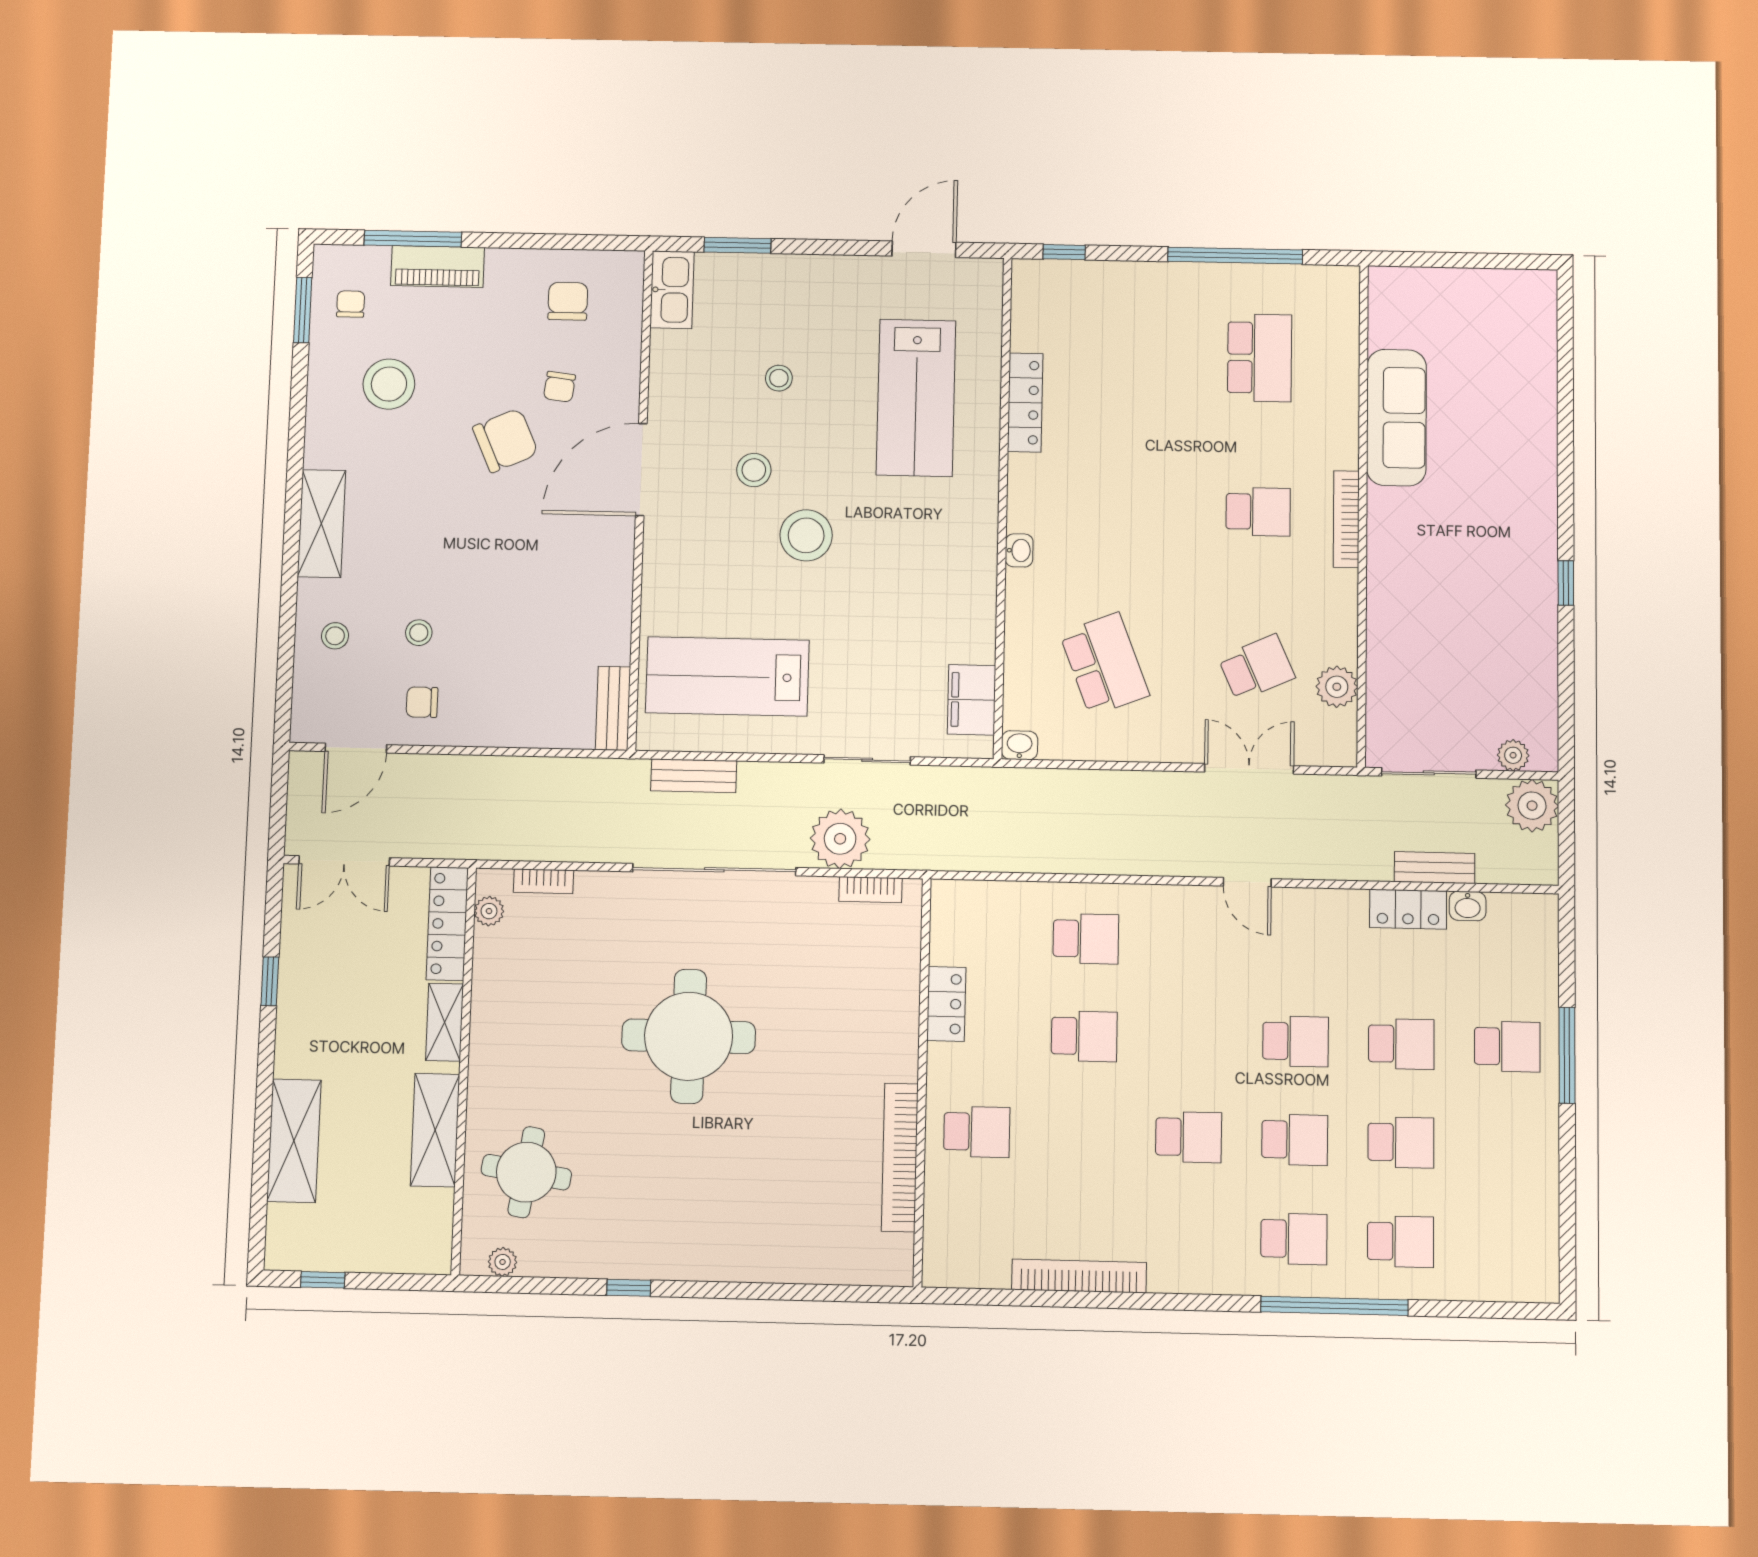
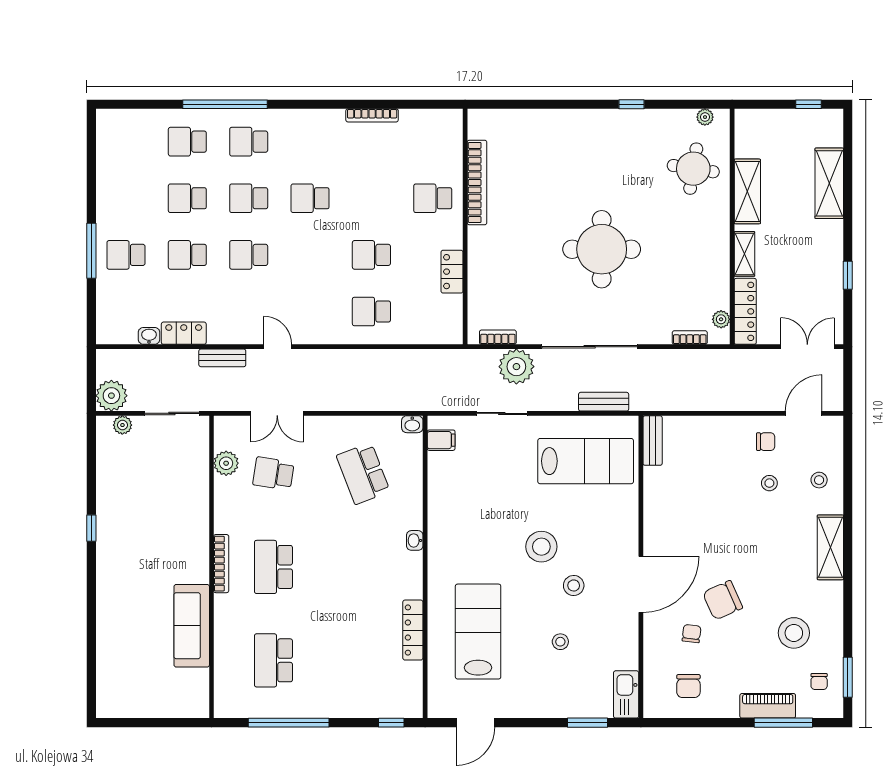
school desk: (1258, 512) -> (273, 567), width x1.85
school desk: (1257, 668) -> (273, 474), turned 33
filing cabinet: (971, 700) -> (441, 440), width x0.50
bench: (1435, 868) -> (222, 358), moved
bookcase: (1079, 1276) -> (372, 115), width x0.68, depth x0.76

